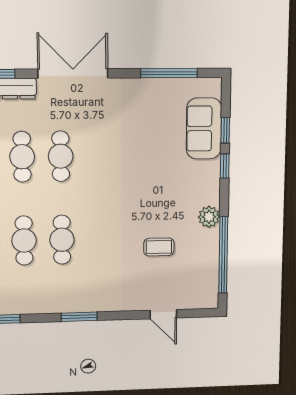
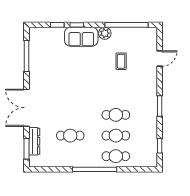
sofa: (204, 128) -> (81, 37), moved
cafe table: (61, 156) -> (70, 115), removed

